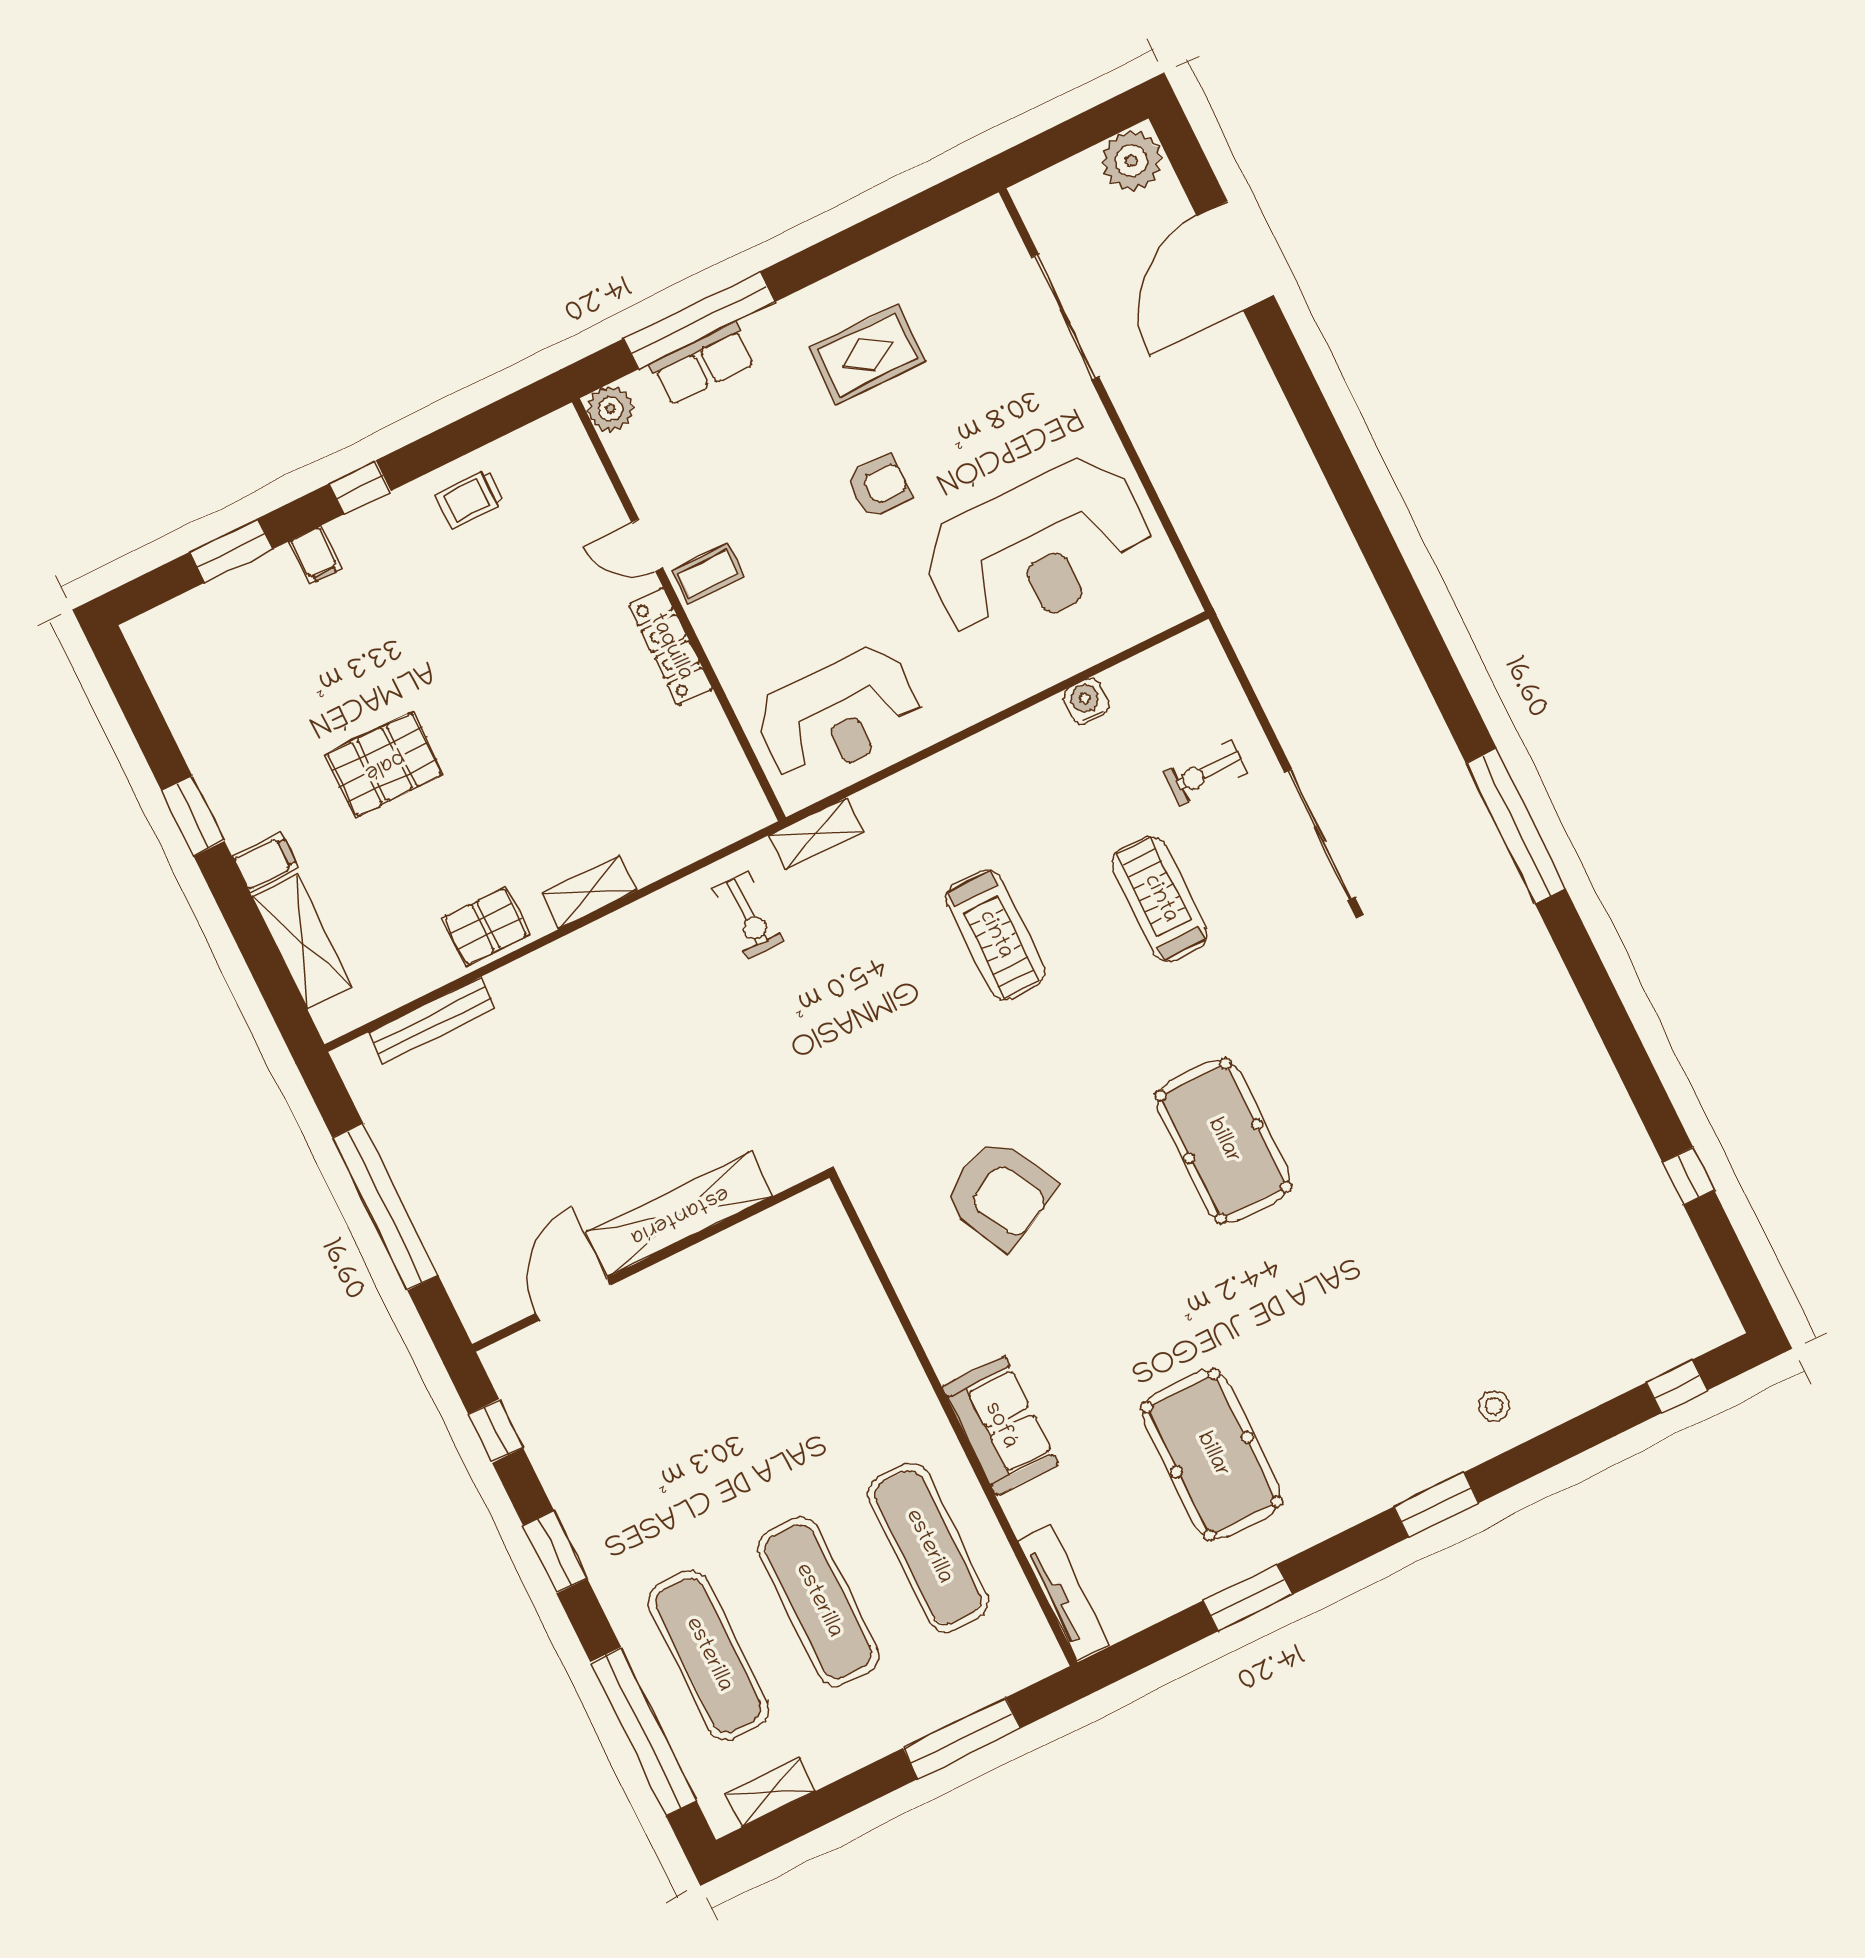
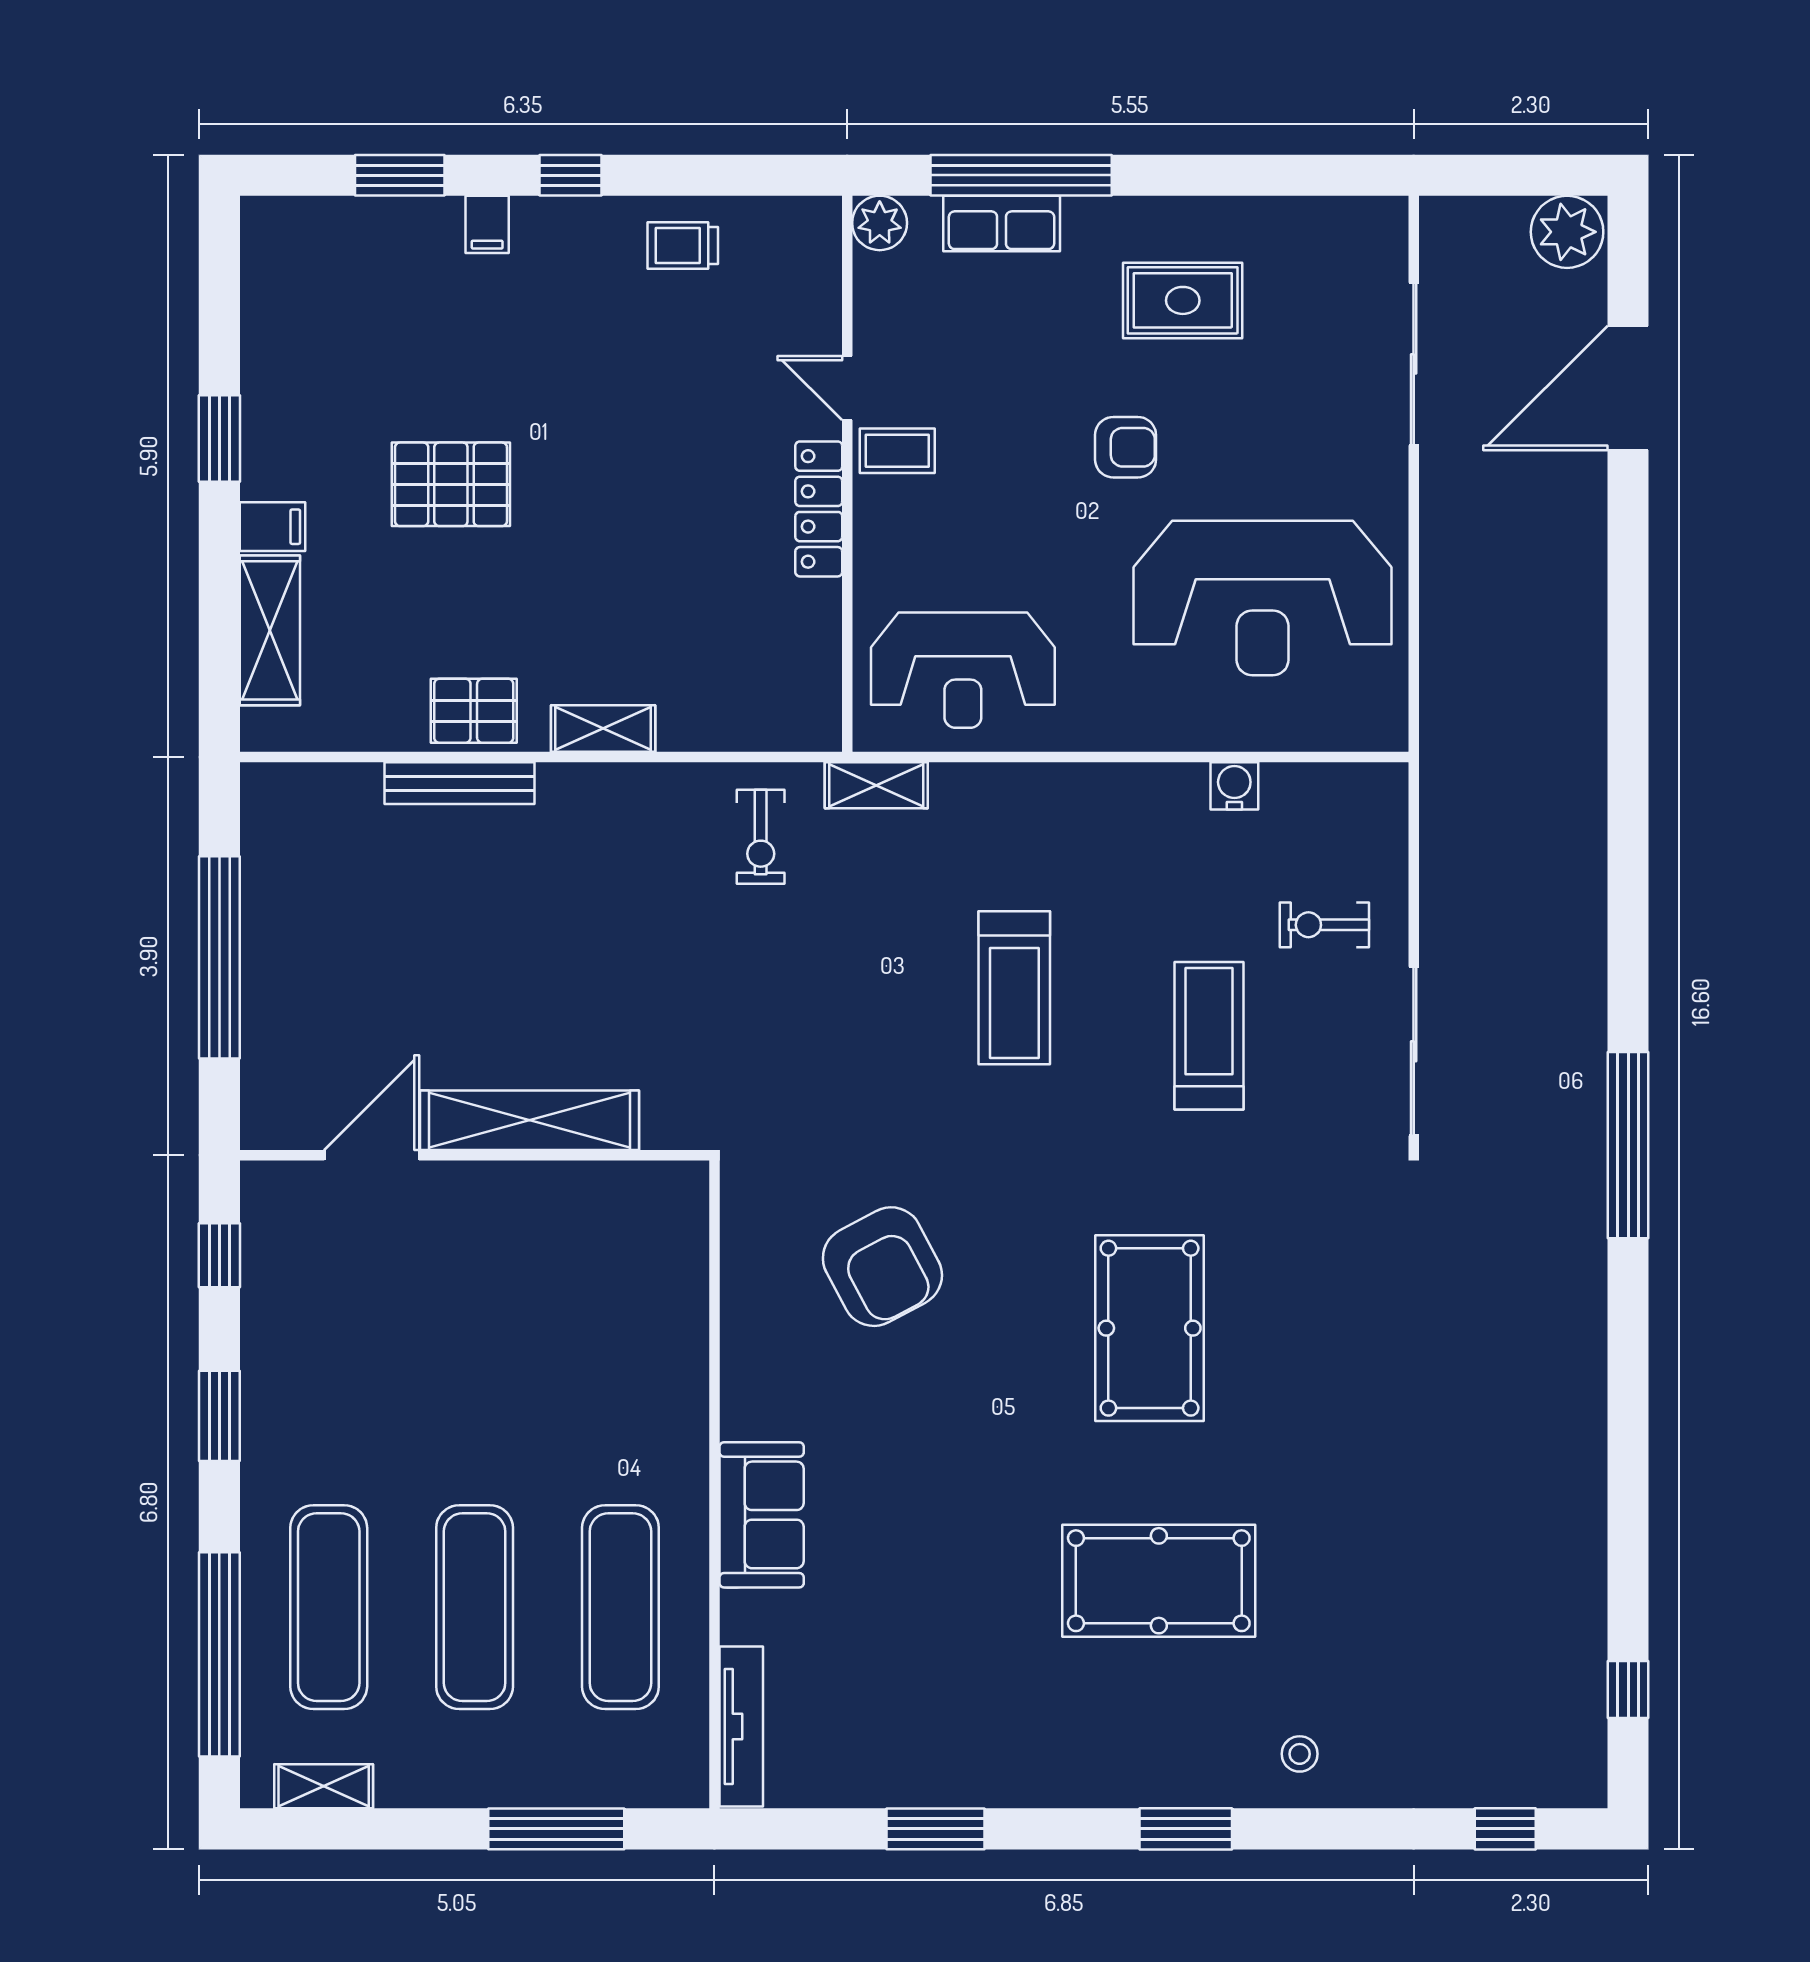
bench: (432, 1020) -> (460, 783), moved
window: (1688, 1176) -> (1628, 1689), moved
pool table: (1212, 1455) -> (1159, 1581), moved, turned 90

